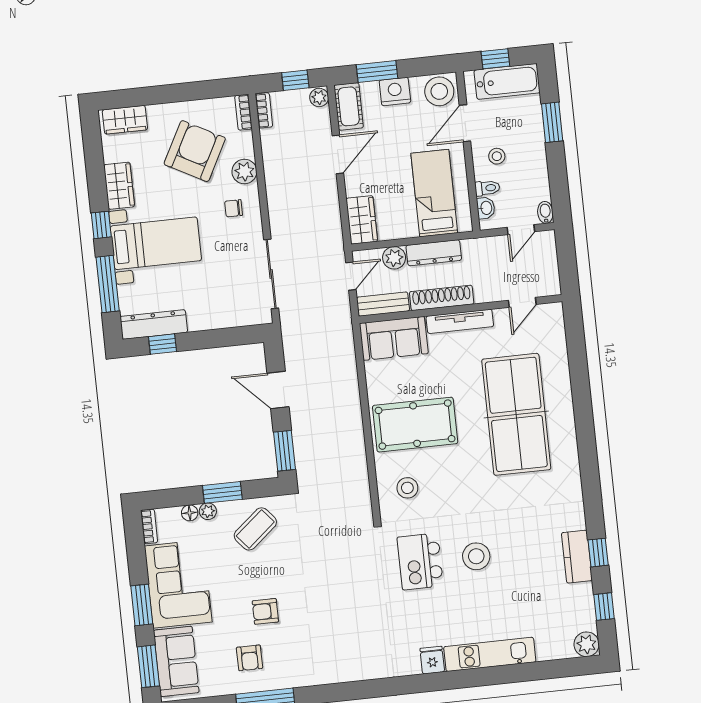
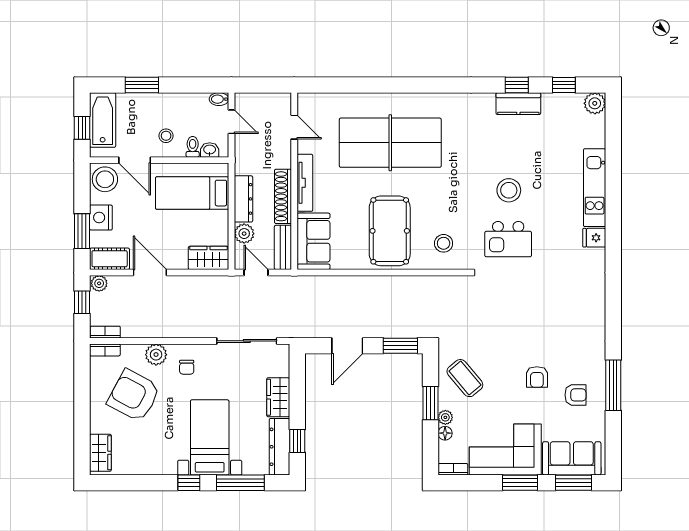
wardrobe: (119, 186) -> (278, 397), moved, turned -90

